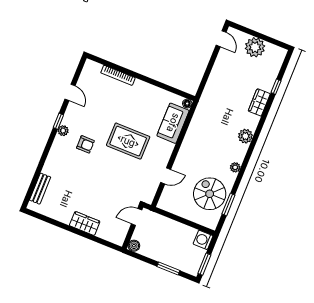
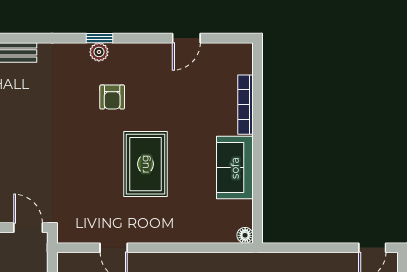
window: (58, 121) -> (100, 38), moved
sofa: (173, 123) -> (235, 168), moved, turned -90
plant: (63, 131) -> (99, 52), moved

